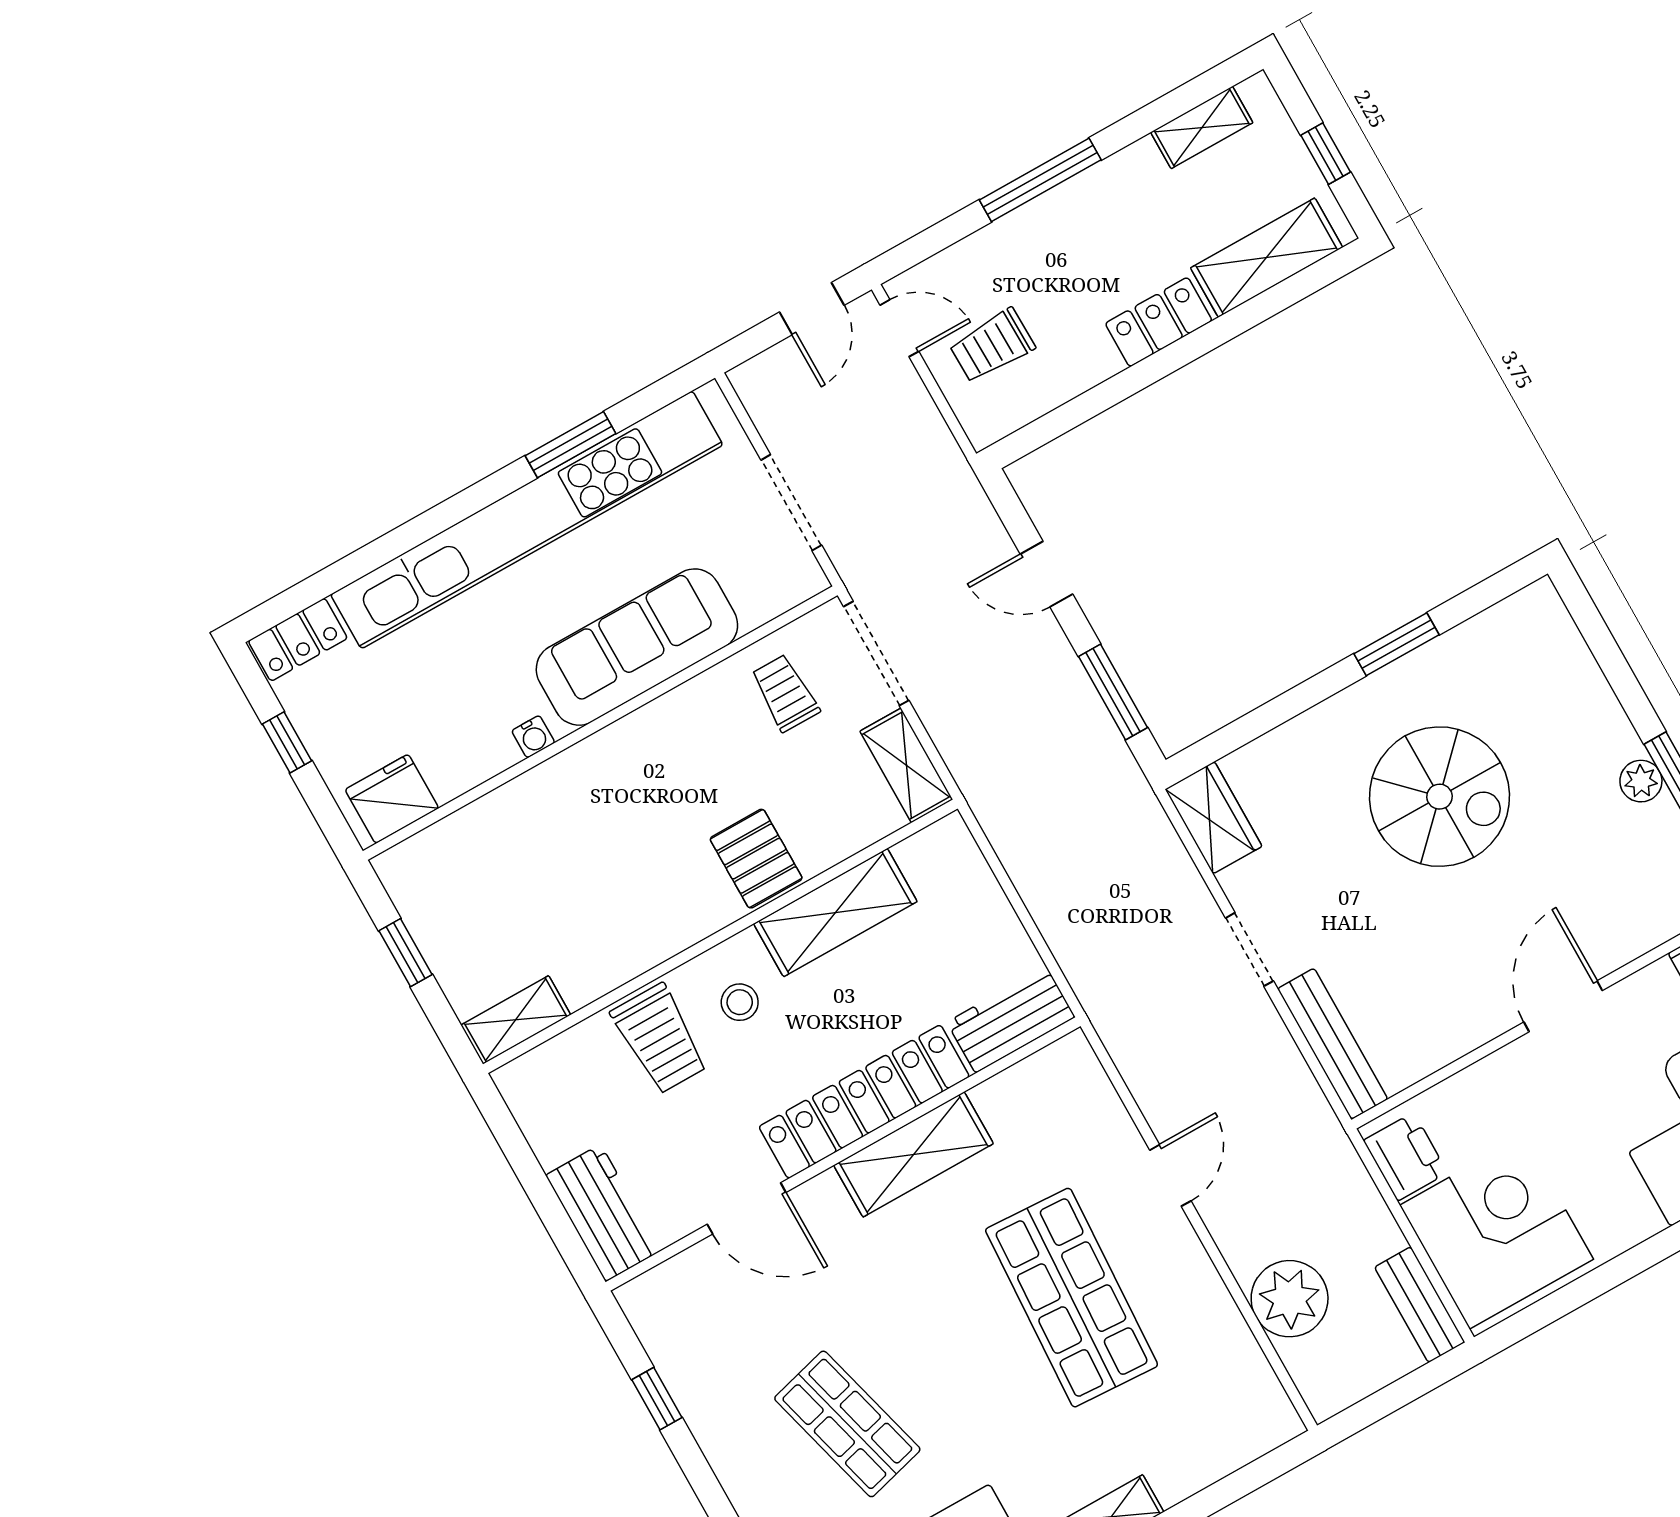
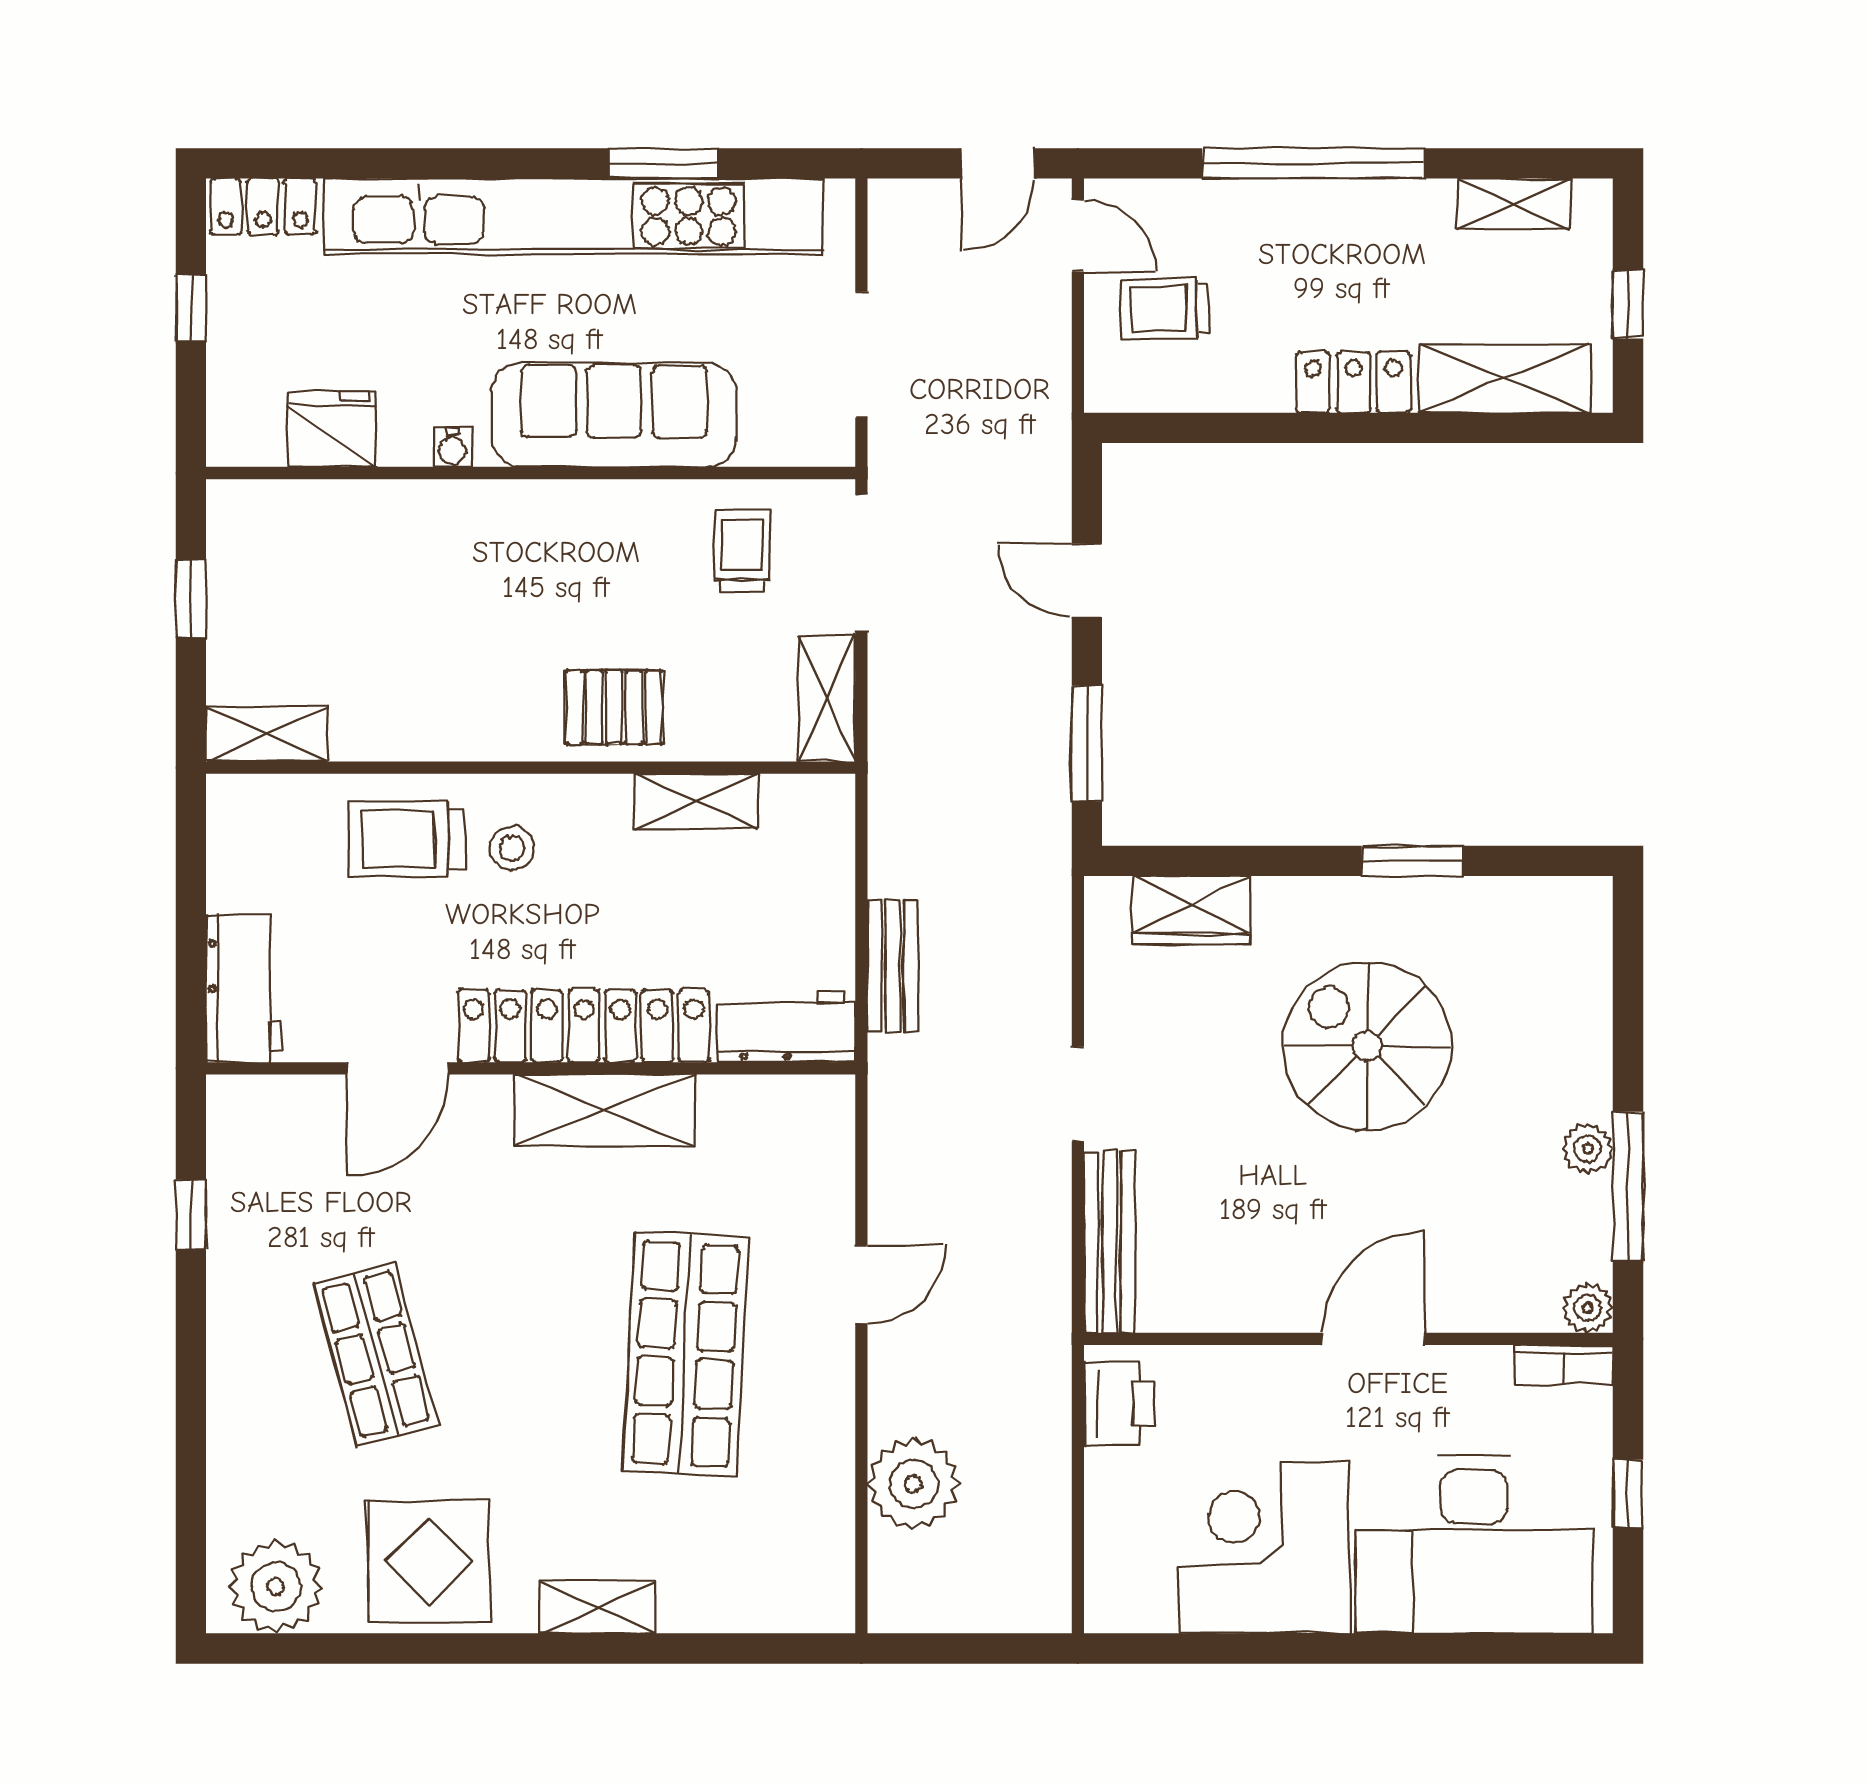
window: (1040, 180) -> (1313, 163), width x1.46
spiral stairs: (1440, 797) -> (1367, 1046), turned 180
fridge: (392, 799) -> (332, 429), moved
wardrobe: (1214, 818) -> (1191, 910), moved, turned 90
pallet: (756, 859) -> (614, 707), turned 90
shelving: (835, 913) -> (696, 801), width x0.67, depth x0.75
trolley: (660, 1039) -> (406, 839), turned 90
door: (747, 1208) -> (397, 1068), hinge flipped
corner desk: (1496, 1232) -> (1265, 1548), moved, turned -90
bench: (1420, 1305) -> (893, 966), moved

